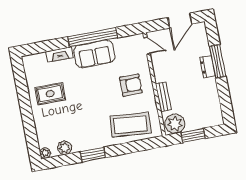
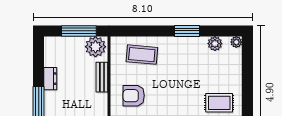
dresser: (207, 67) -> (50, 79), moved
coffee table: (130, 125) -> (142, 55), width x0.73, depth x0.76
window: (193, 135) -> (79, 31), width x1.44

